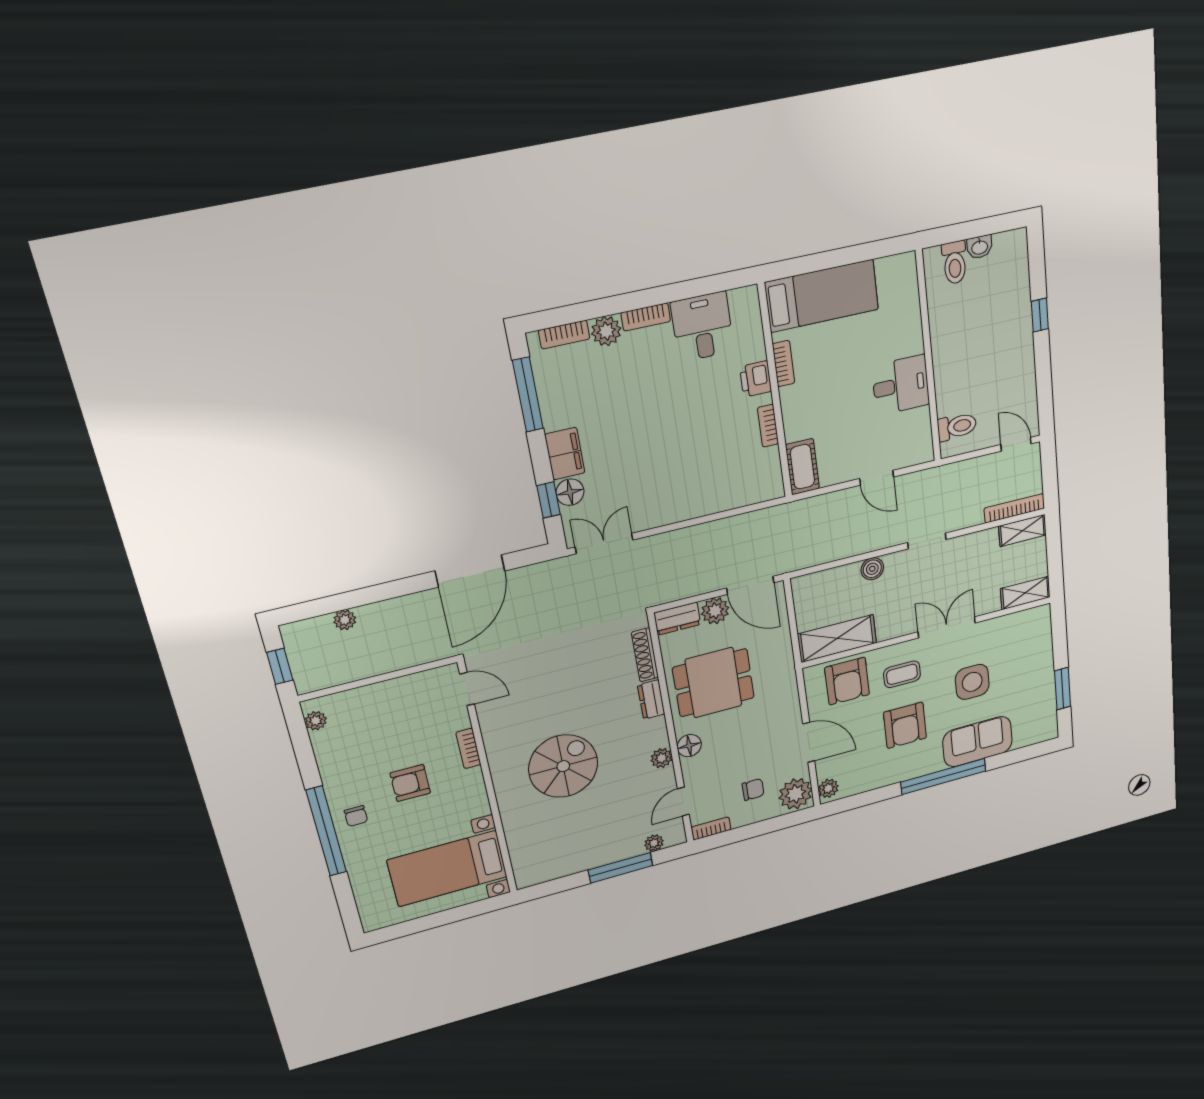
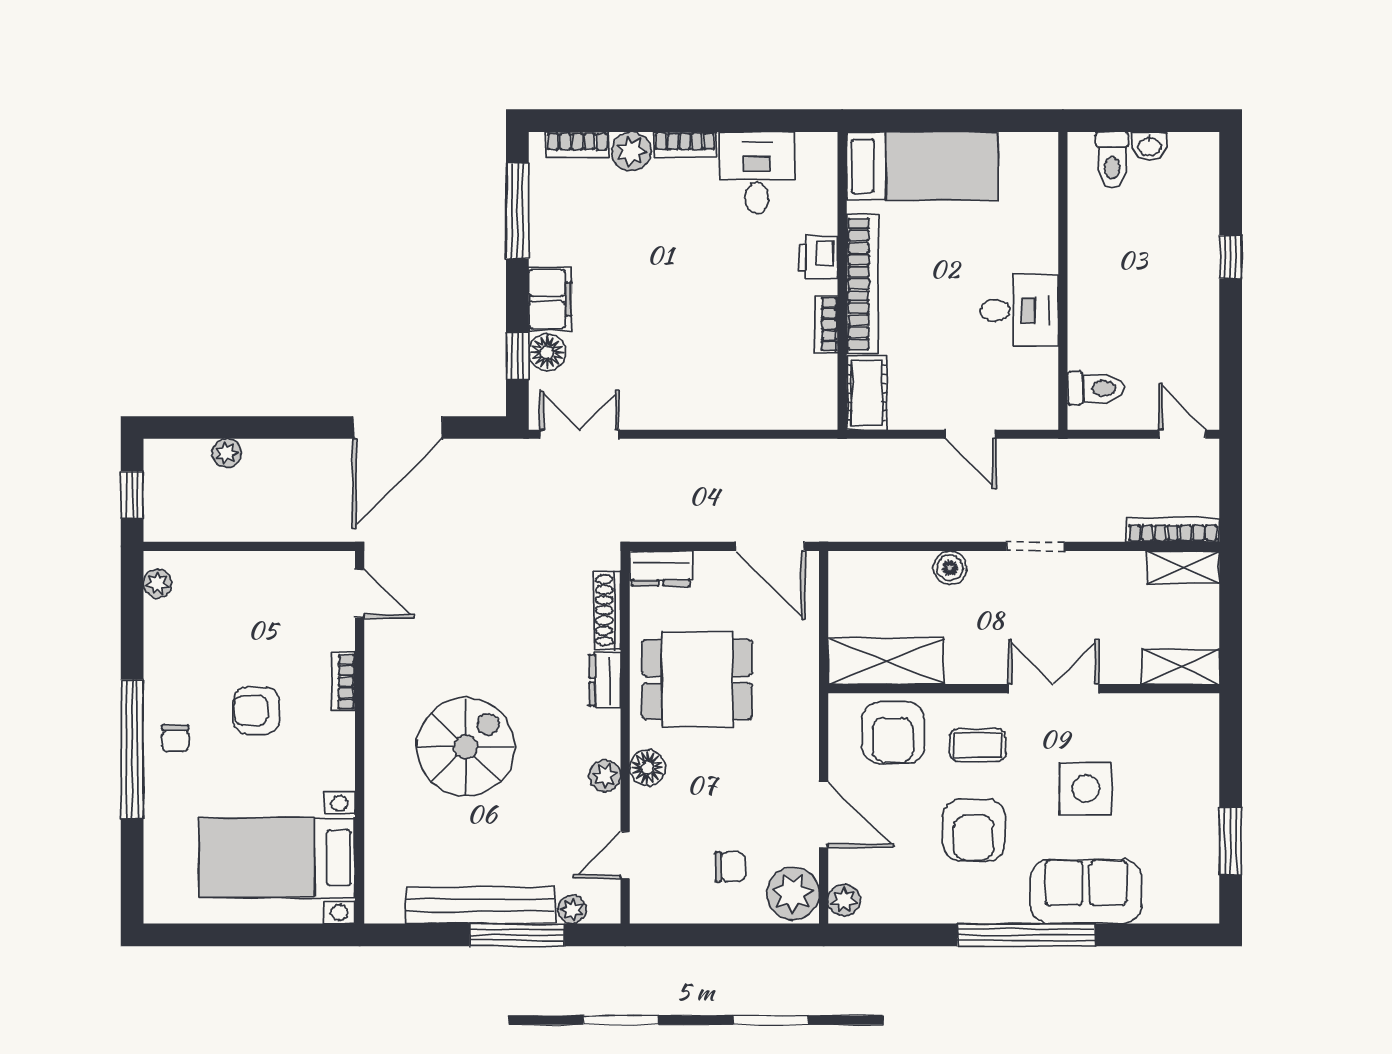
bookcase: (783, 364) -> (862, 284), width x2.31, depth x1.31
plant: (715, 611) -> (715, 571), removed
bookcase: (711, 829) -> (659, 912), removed
bench: (593, 858) -> (480, 905), added

